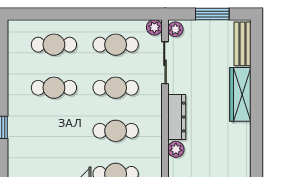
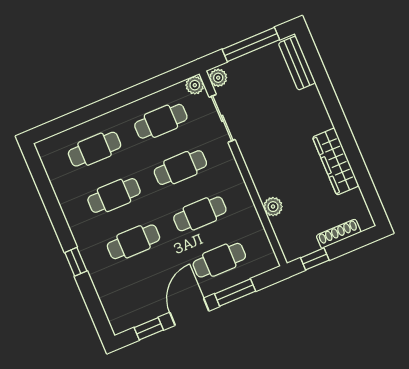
window: (212, 14) -> (251, 45), width x1.44
wardrobe: (240, 94) -> (336, 161), moved
dresser: (177, 117) -> (259, 171), removed
cafe table: (54, 131) -> (133, 242), added

